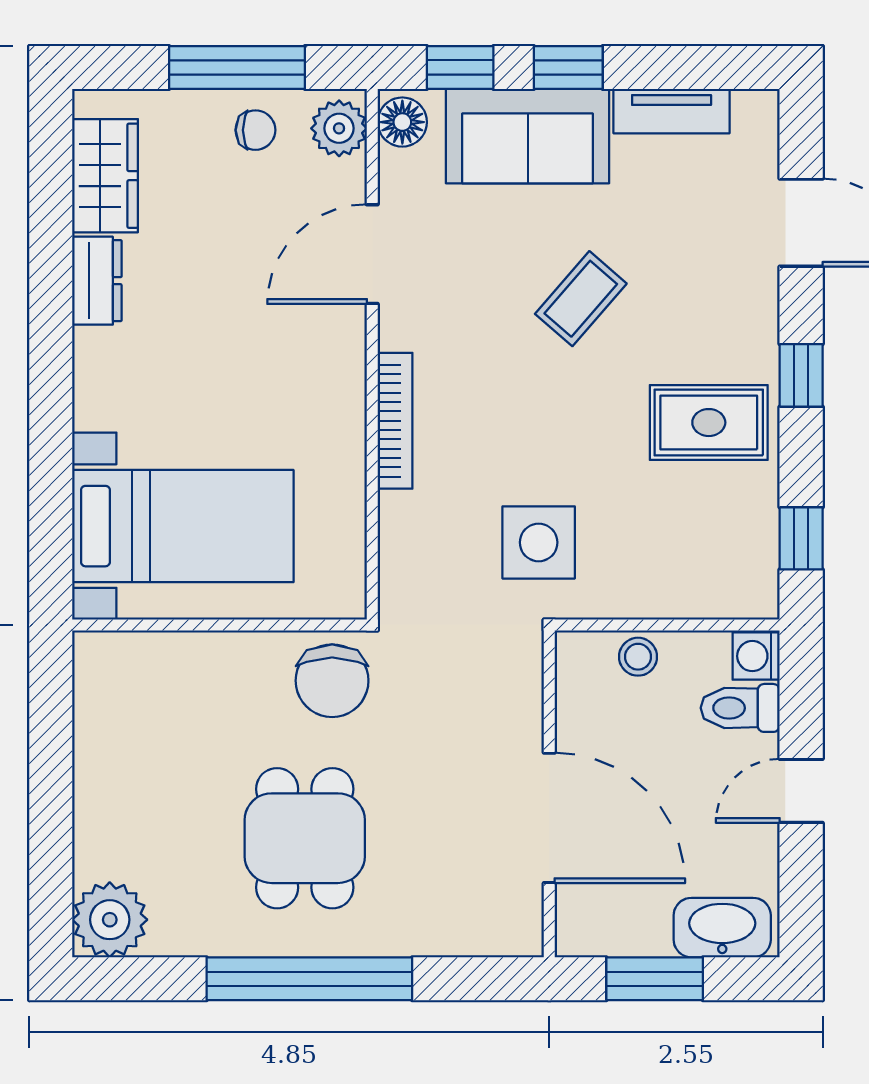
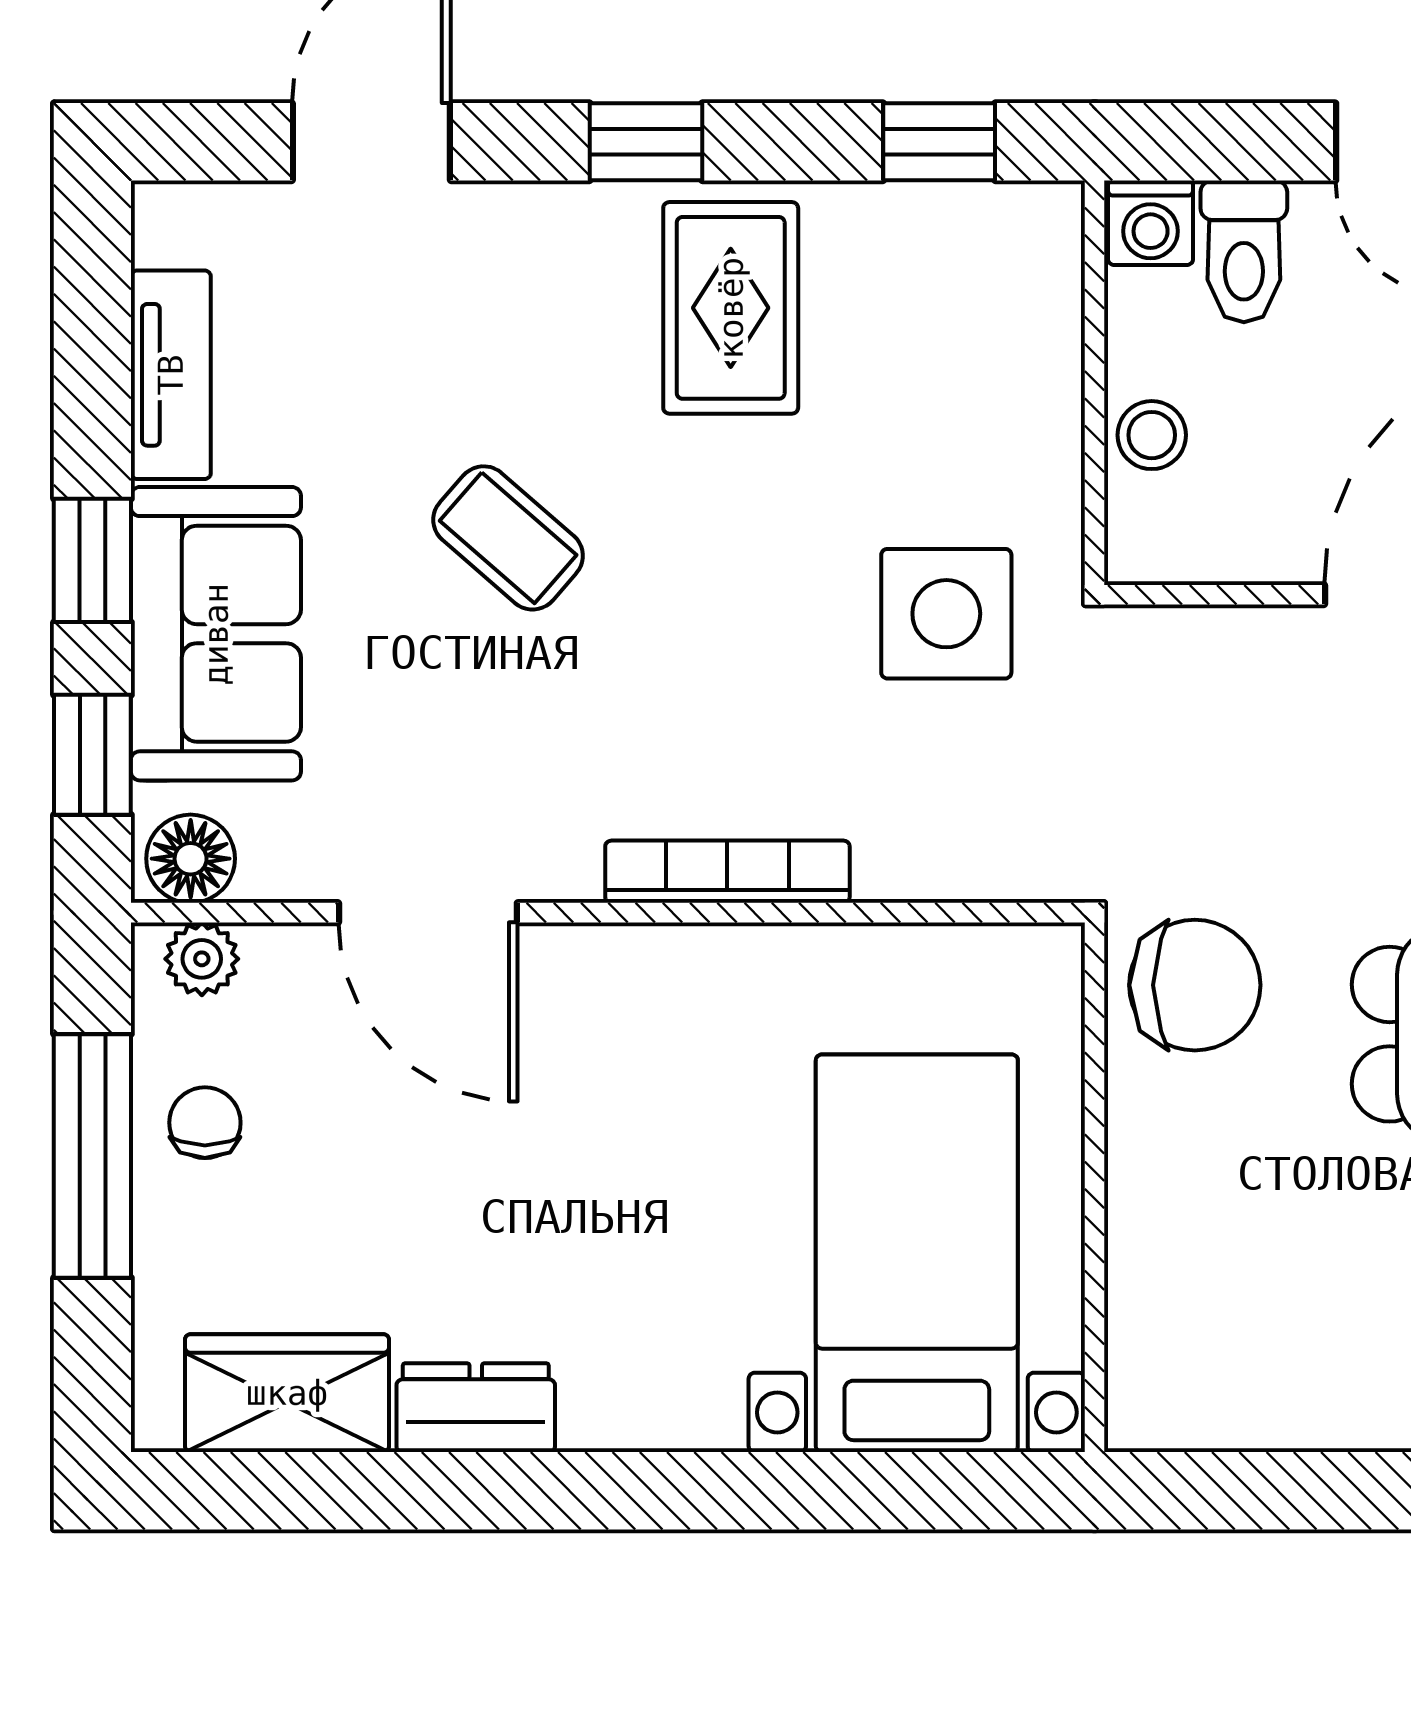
plant: (339, 128) -> (202, 959), width x0.73, depth x0.73

